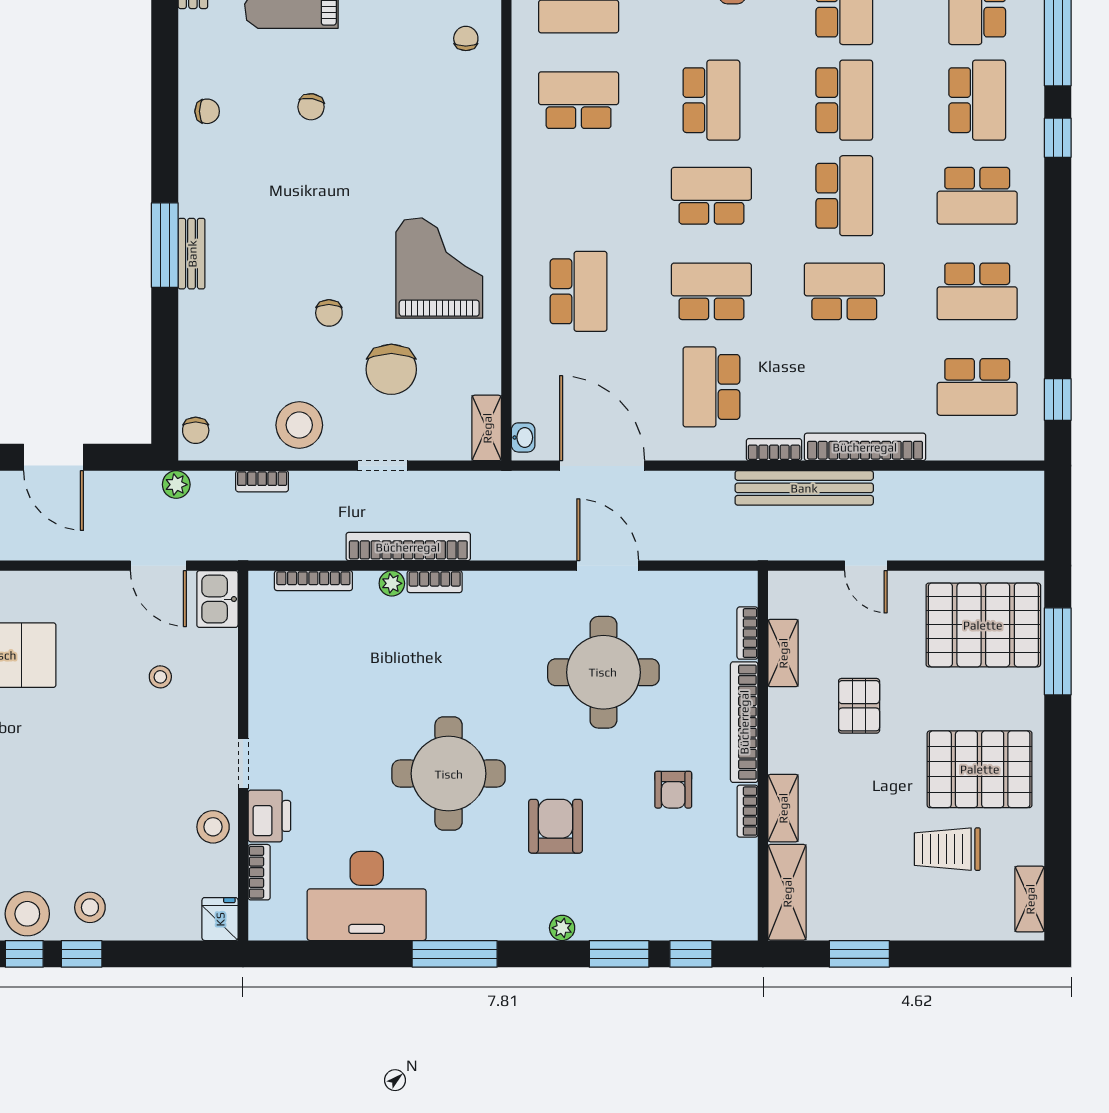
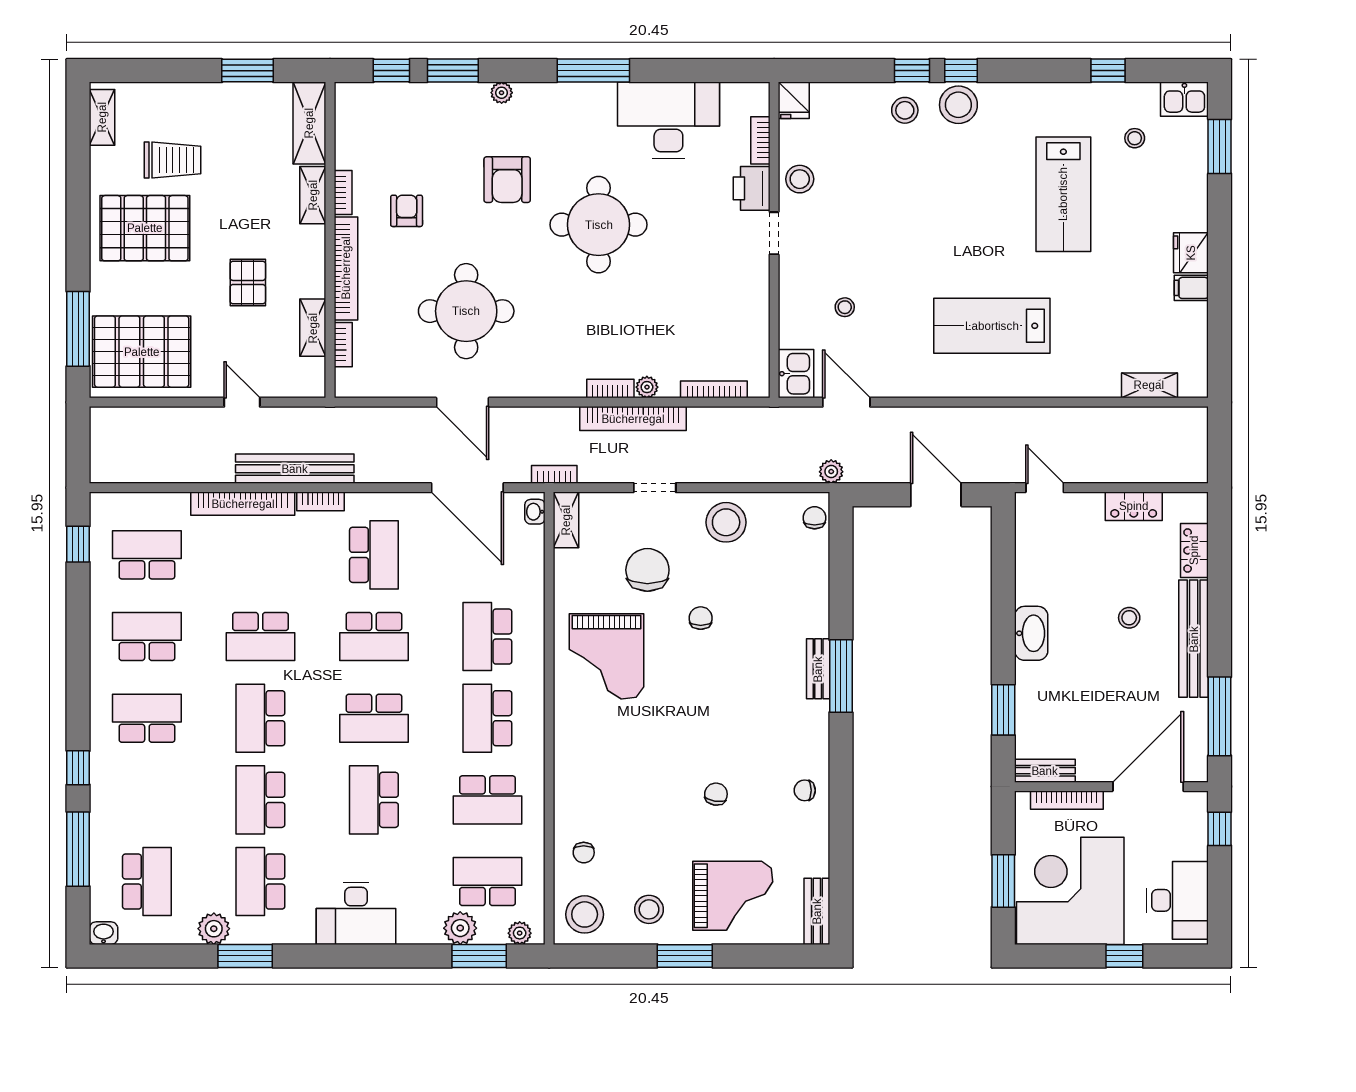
school desk: (977, 100) -> (487, 718), moved
bookcase: (262, 481) -> (554, 474), moved

